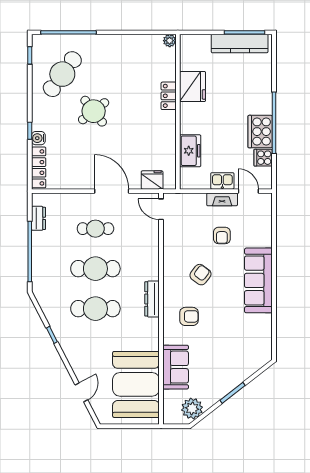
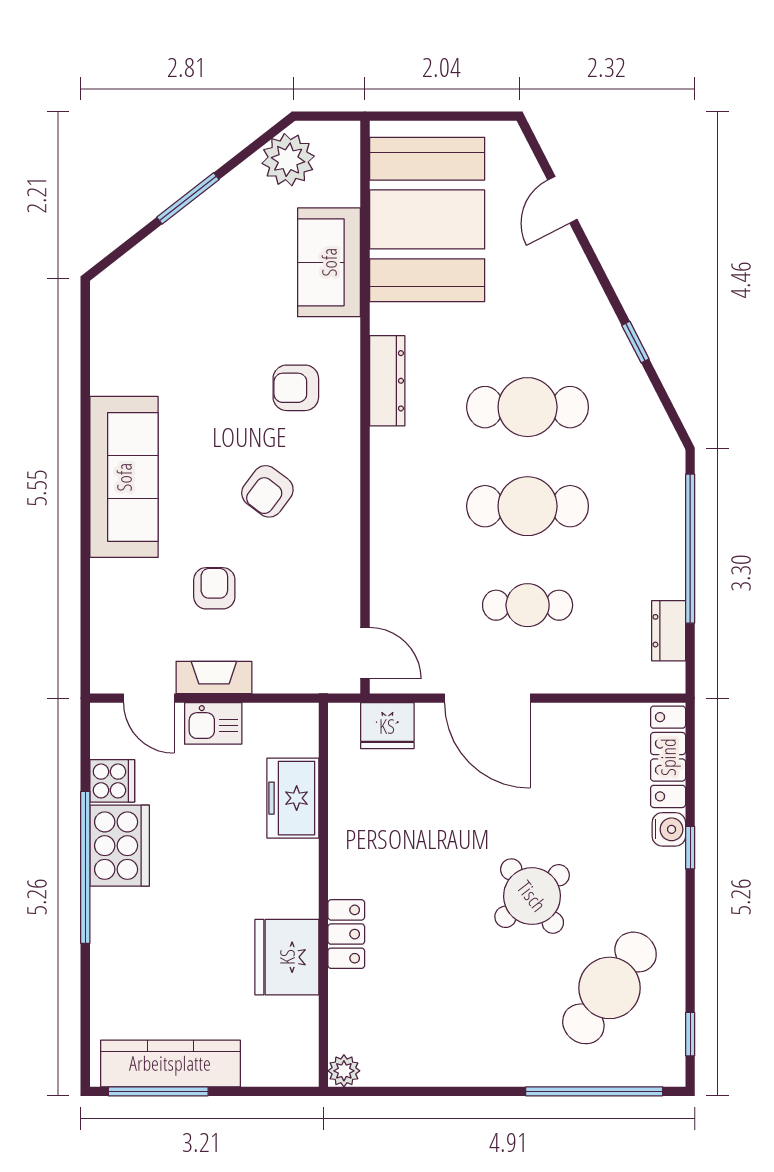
dresser: (152, 299) -> (387, 381), moved

